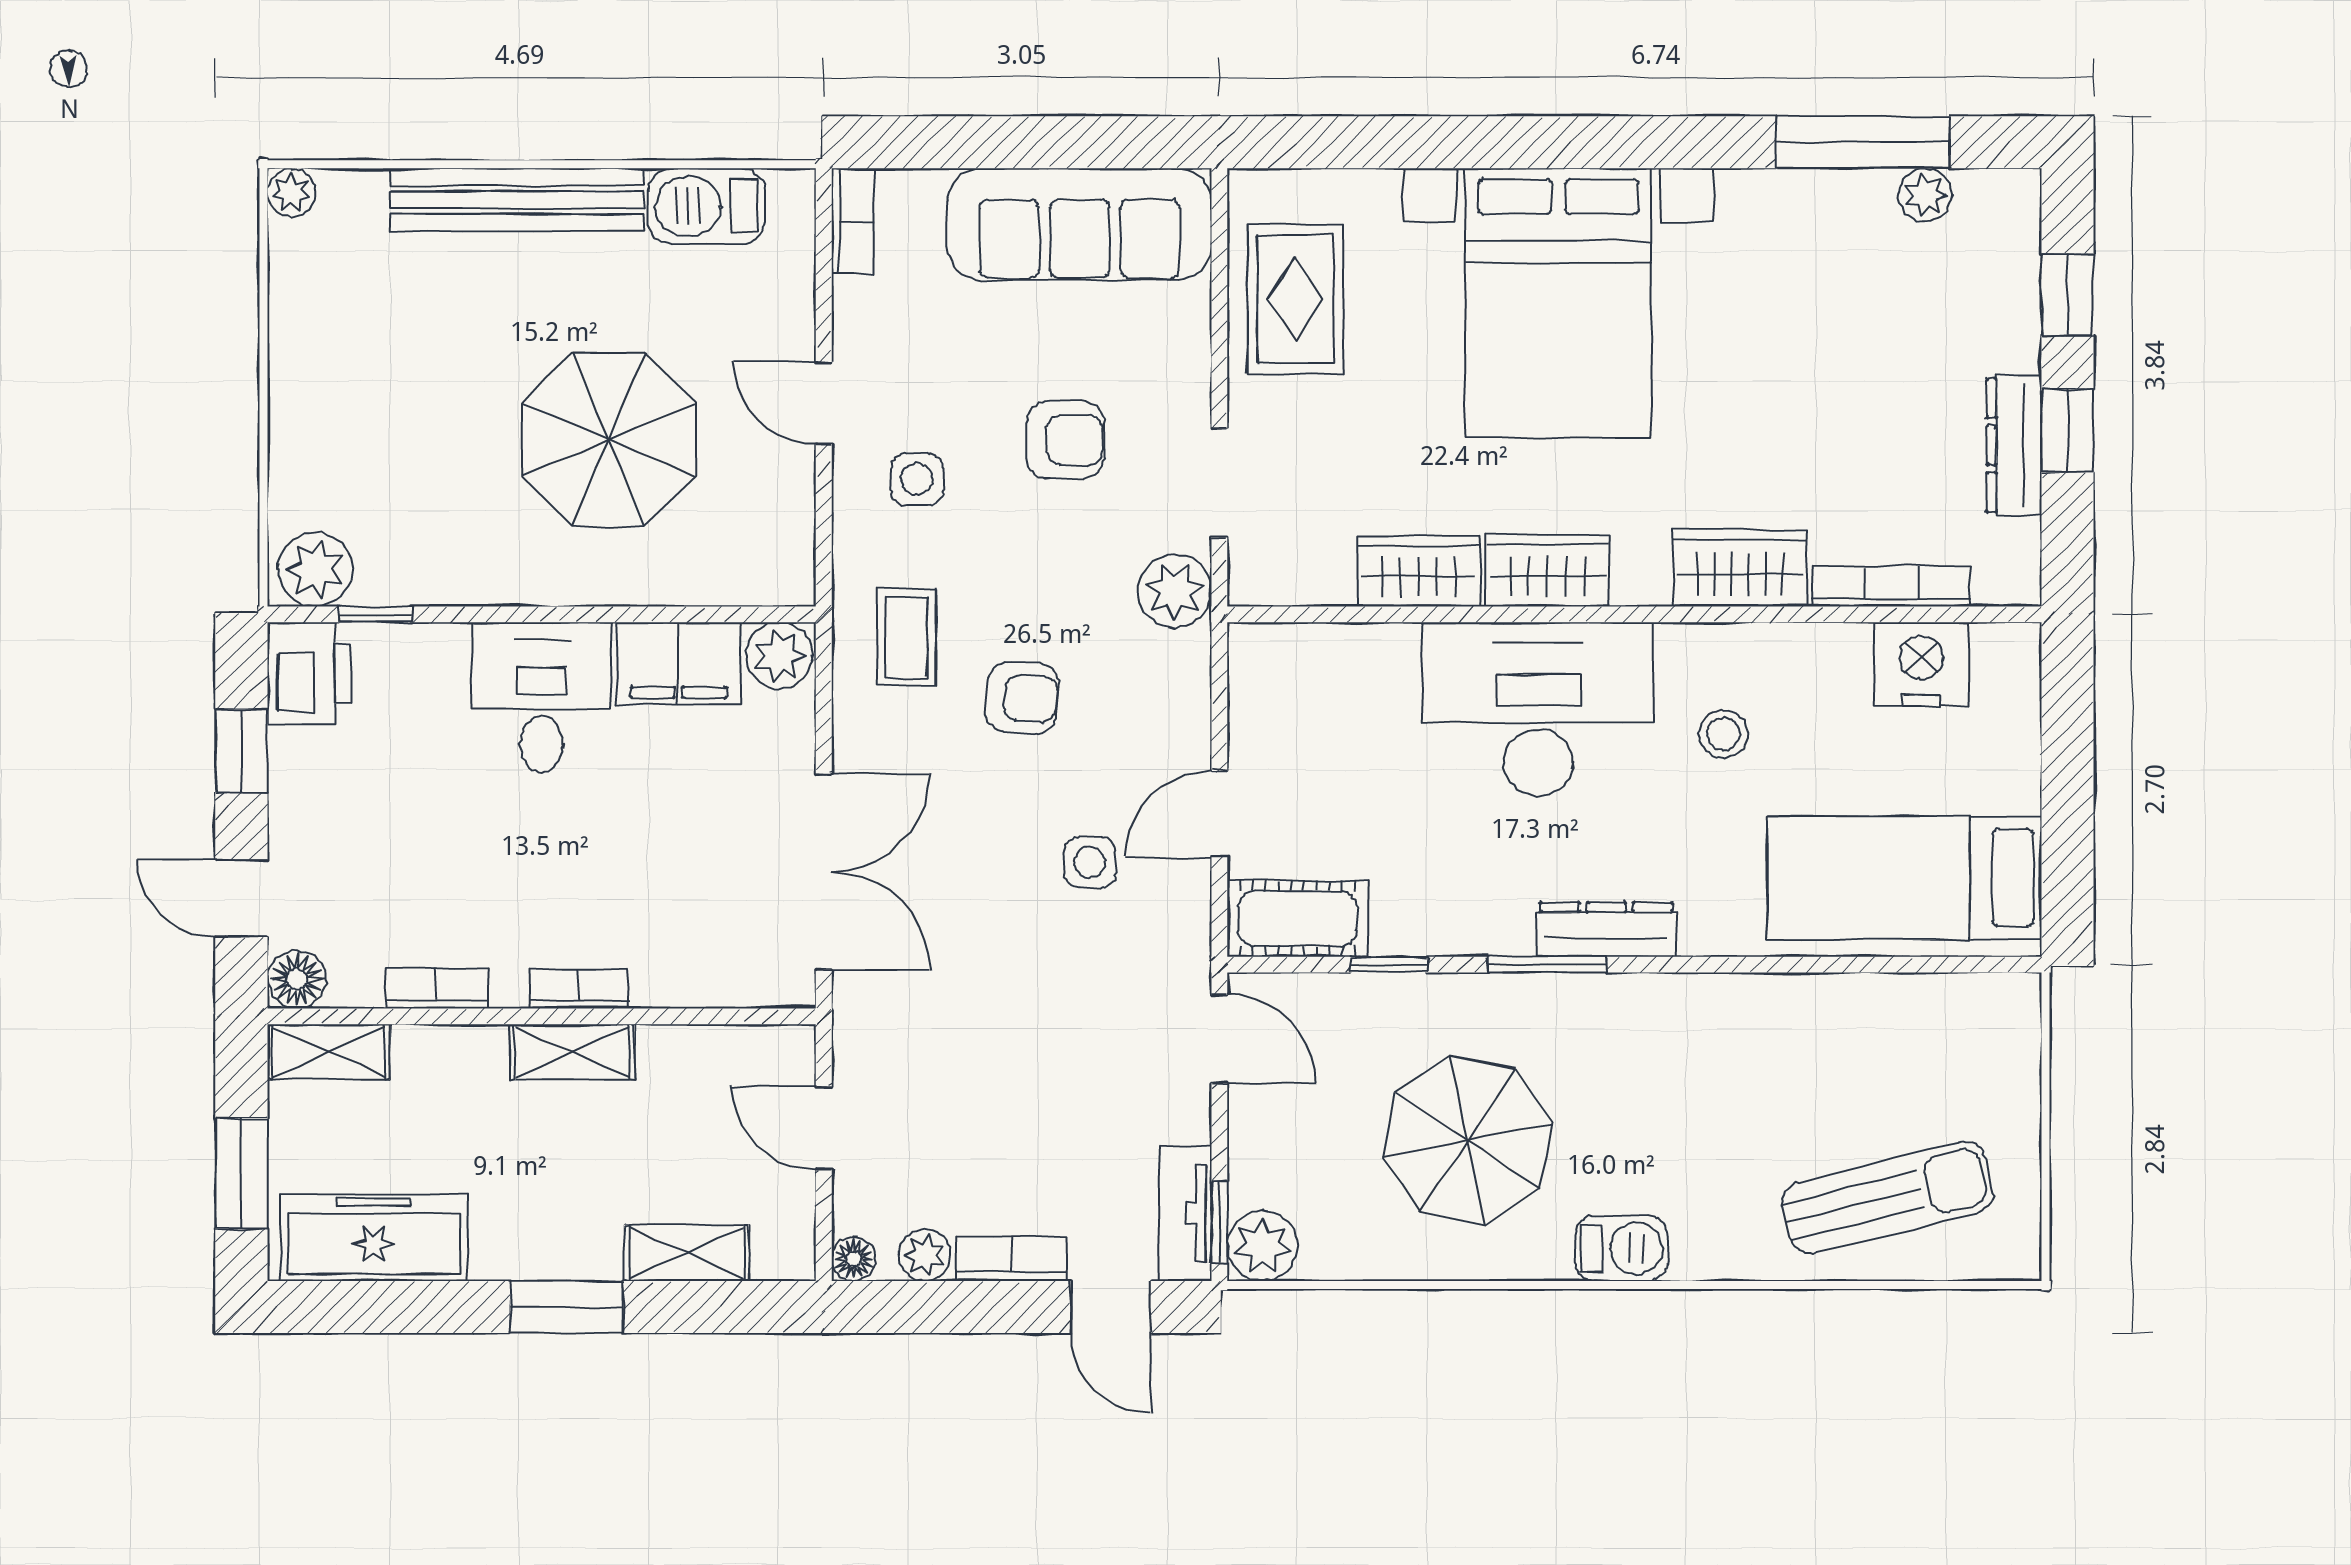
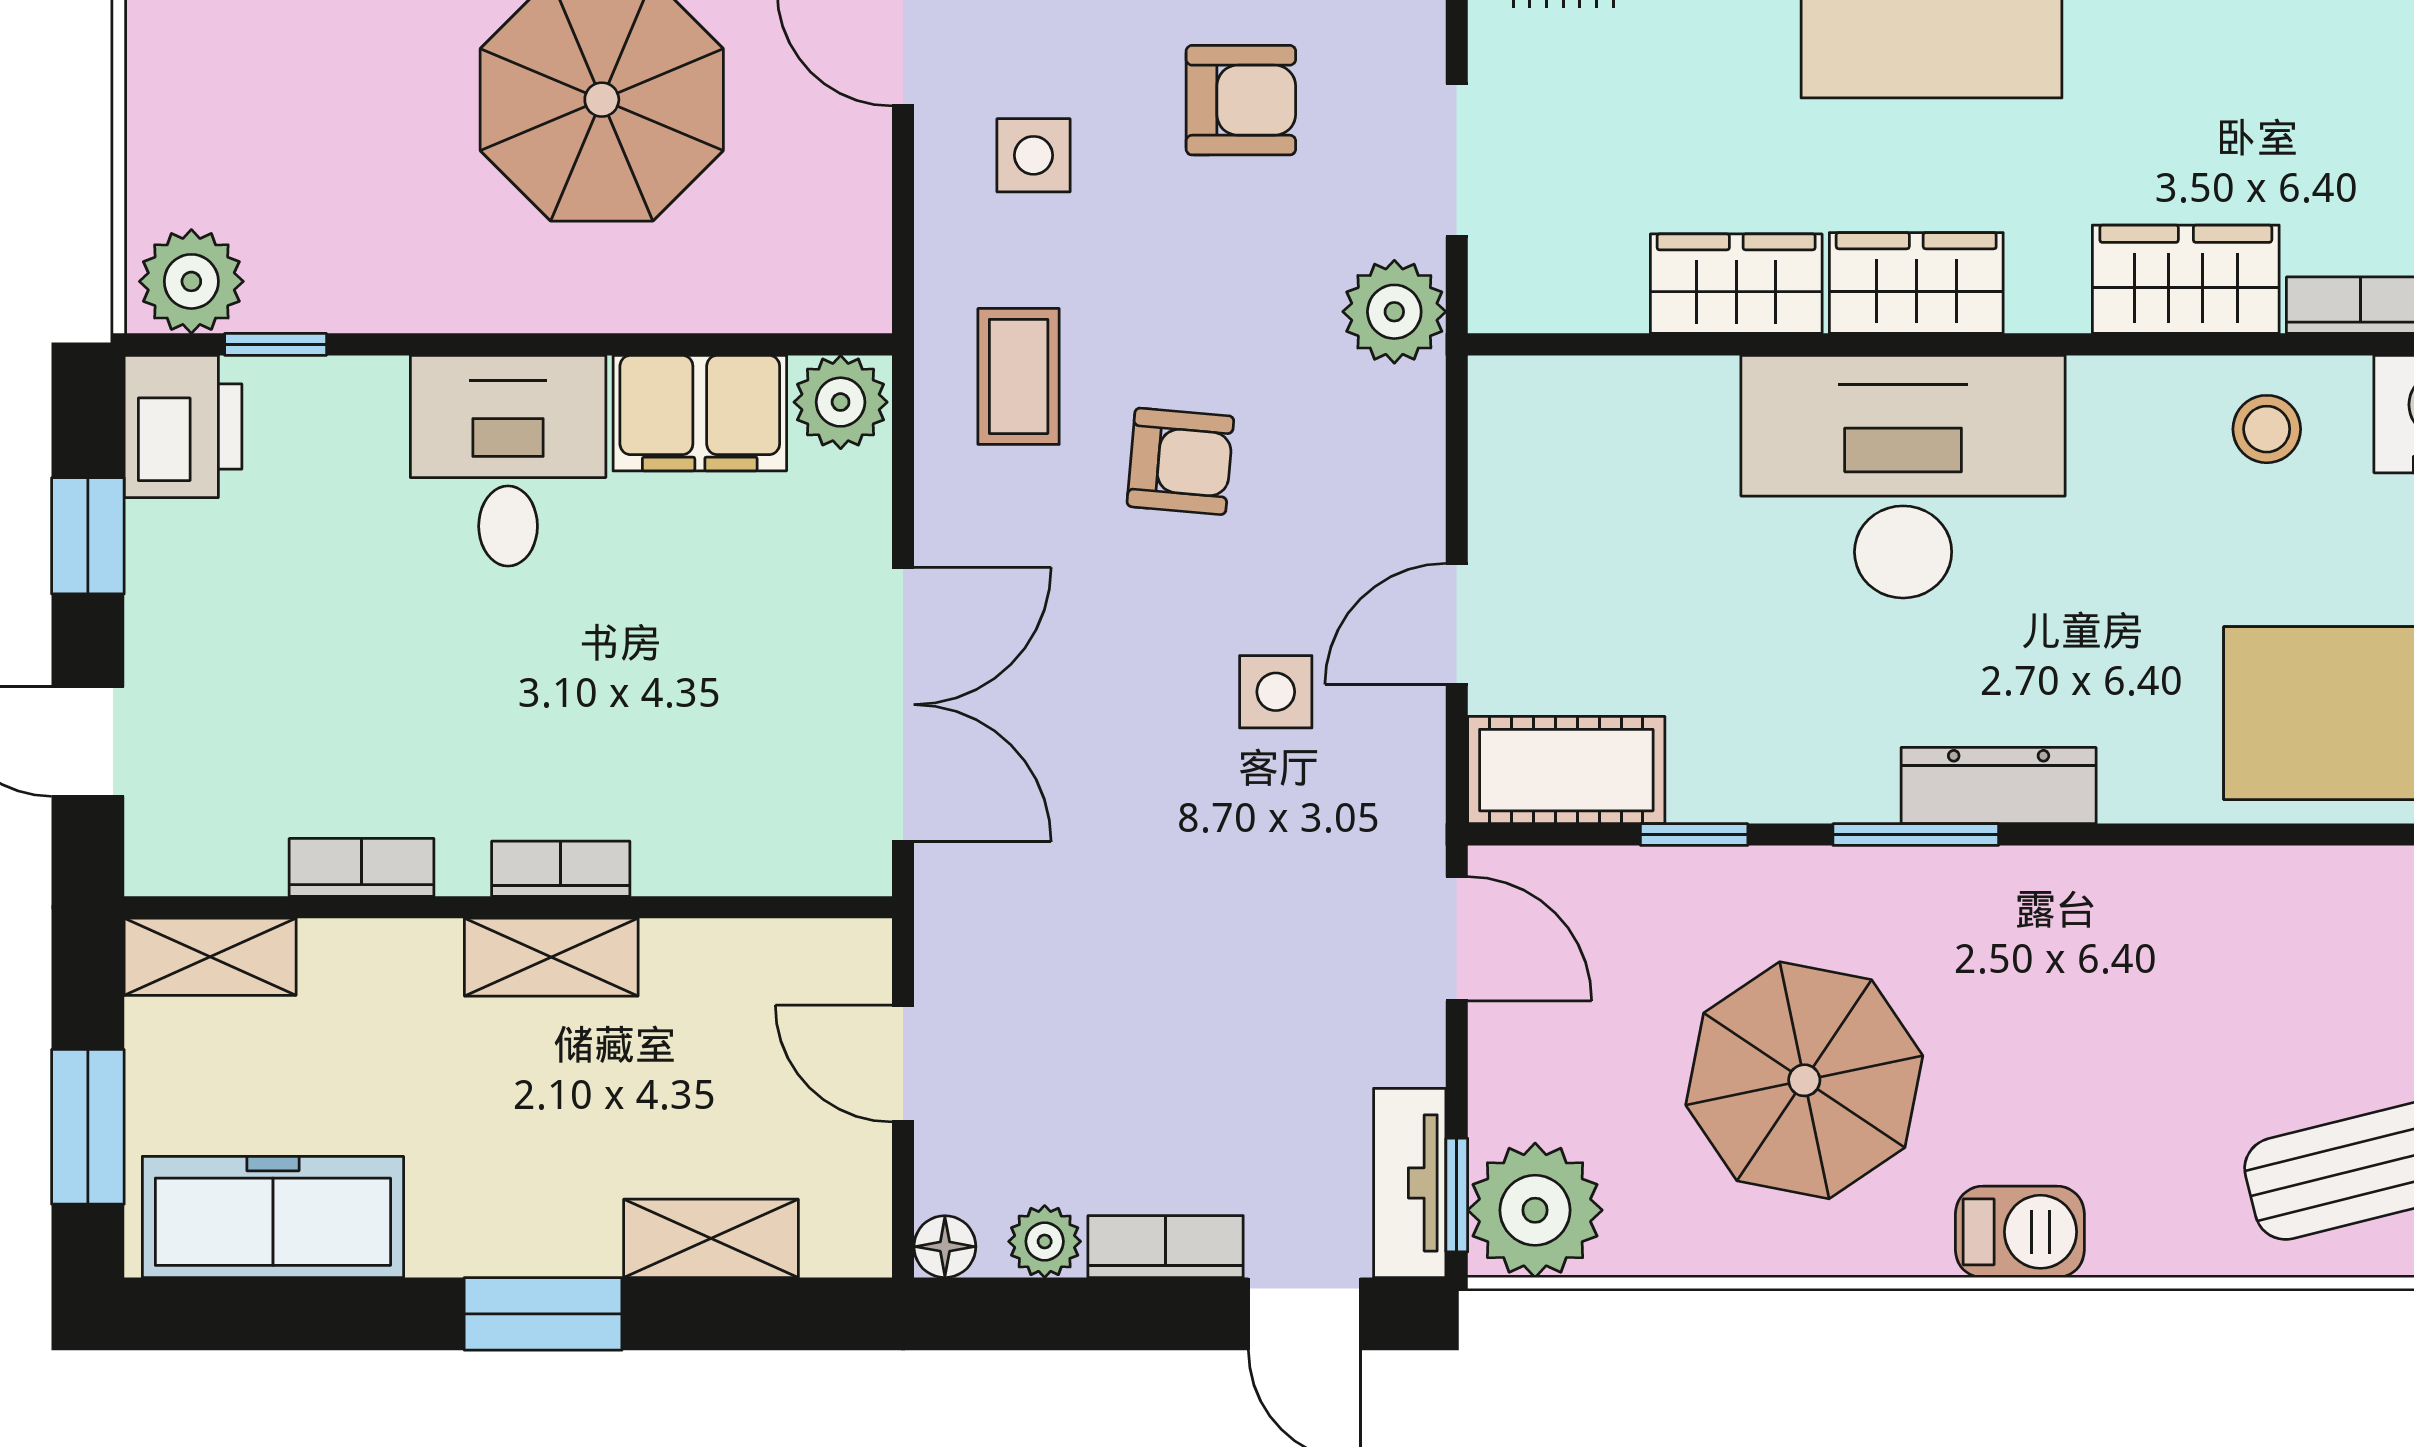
stool: (1724, 734) -> (2267, 429), moved
floor lamp: (297, 979) -> (166, 856), removed
plant: (1262, 1246) -> (1535, 1210), width x1.36, depth x1.36

